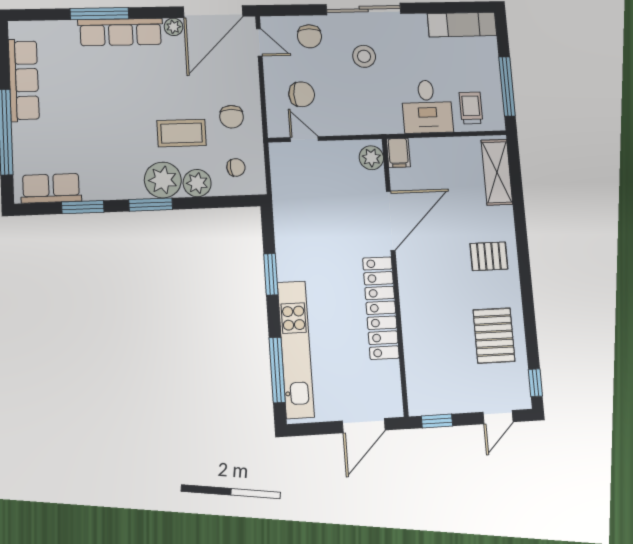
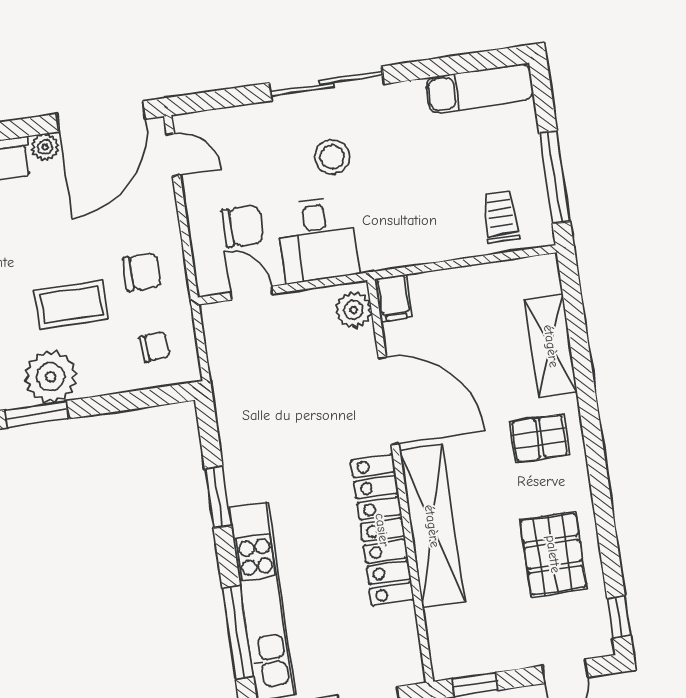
chair: (309, 36) -> (248, 136), removed
desk: (427, 107) -> (317, 239), moved
chair: (232, 117) -> (142, 272), turned -90
shelving: (497, 172) -> (551, 346), moved
plant: (197, 183) -> (100, 376), removed
door: (391, 221) -> (389, 401), hinge flipped
shelving: (415, 308) -> (432, 526), added

